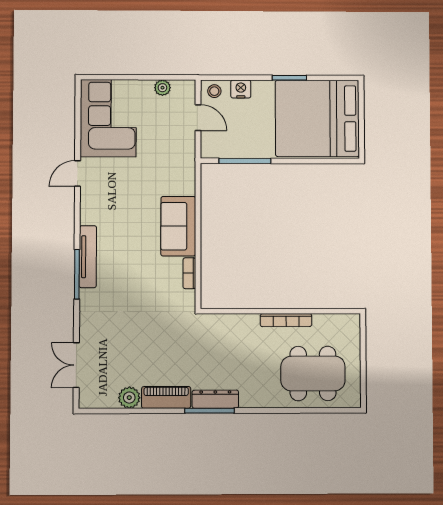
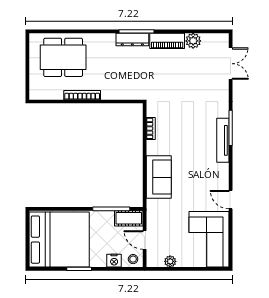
cot: (220, 148) -> (129, 218), added
door: (78, 173) -> (231, 200), swing flipped
sofa: (178, 226) -> (159, 177), moved

